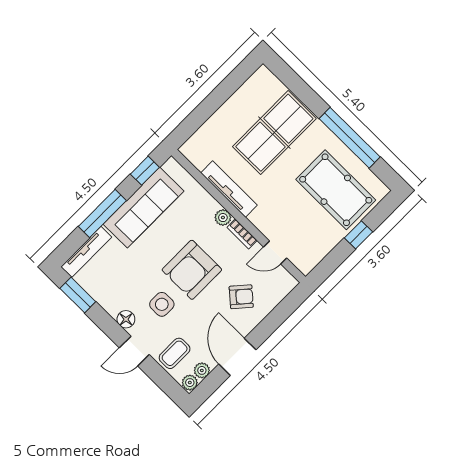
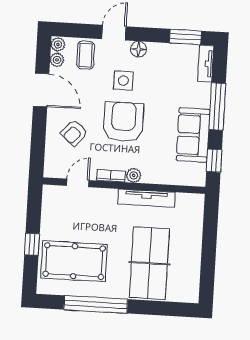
sofa: (144, 208) -> (193, 135), width x0.73
tv unit: (86, 252) -> (206, 64), width x0.71

